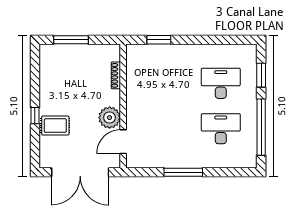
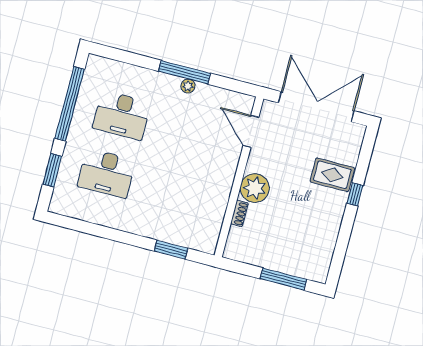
shoe rack: (116, 75) -> (239, 213), width x0.70
plant: (110, 118) -> (255, 188), moved
door: (123, 142) -> (251, 131), swing flipped
plant: (178, 163) -> (188, 86), added

